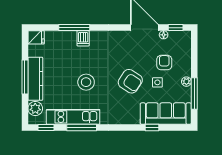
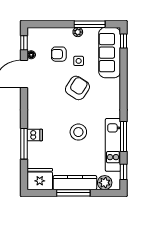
fridge: (36, 37) -> (40, 179), width x1.88, depth x1.34
window: (152, 127) -> (123, 41), moved

